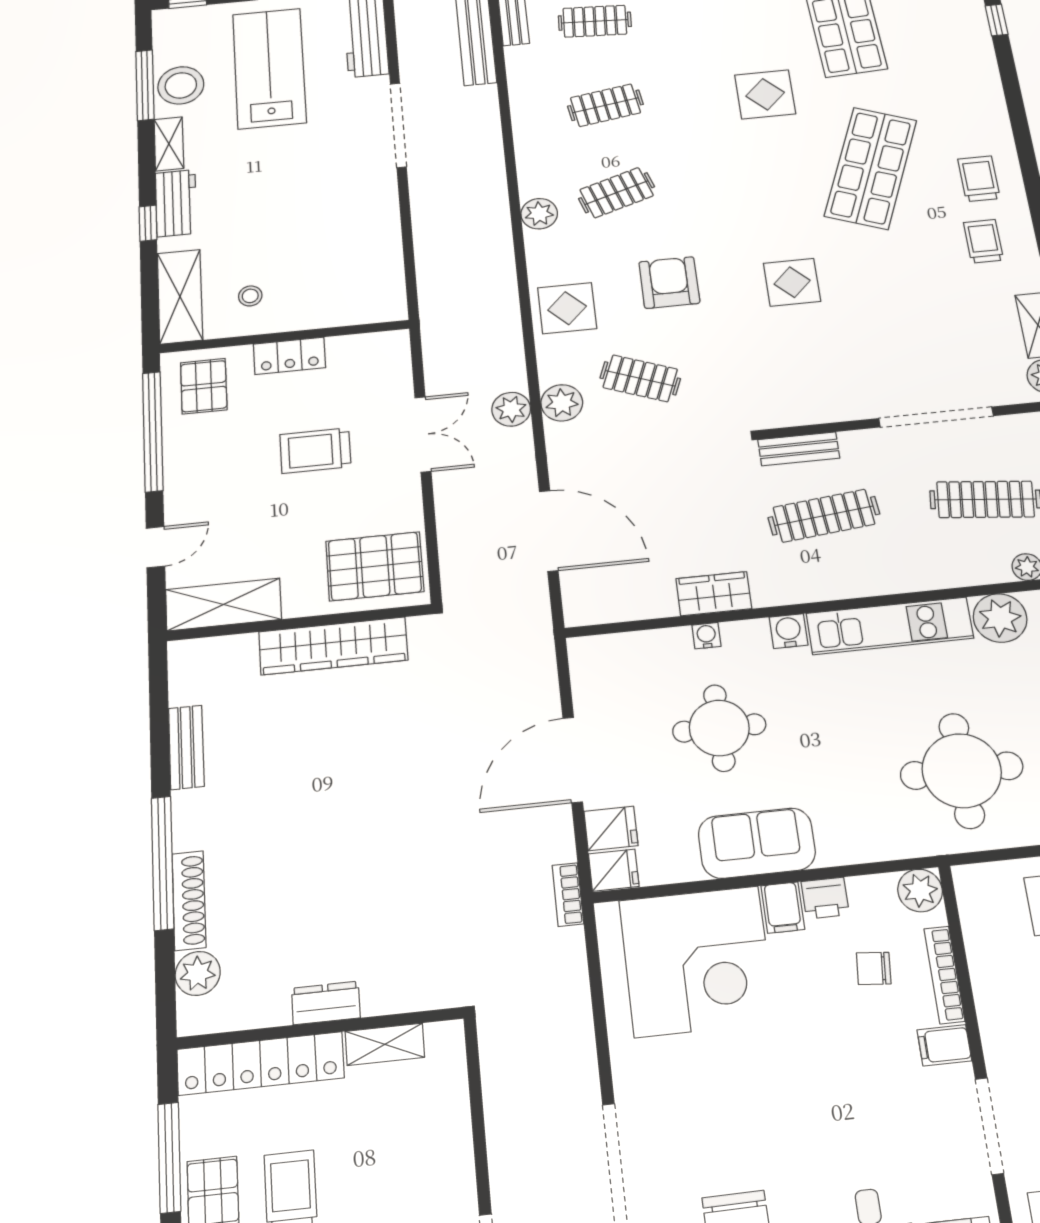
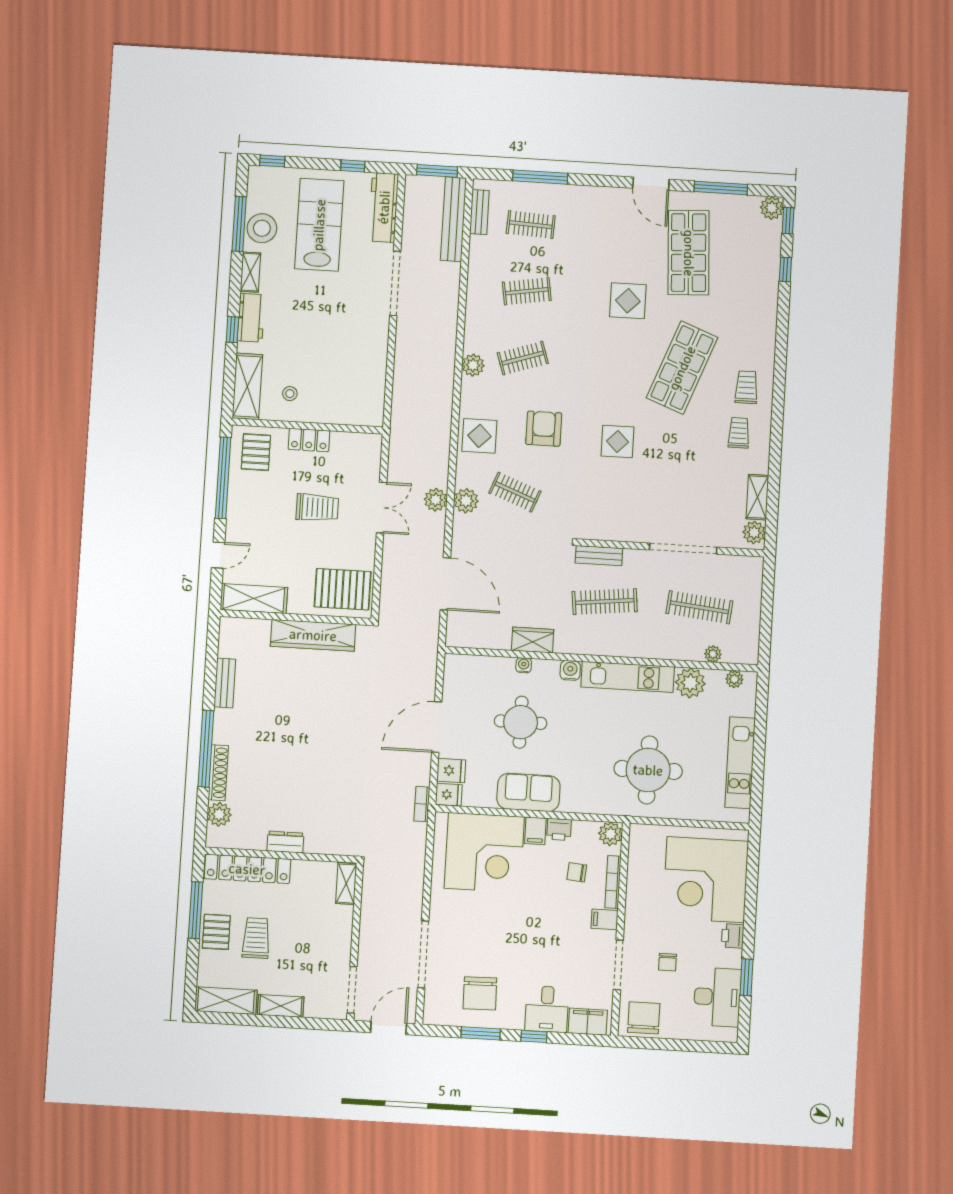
trolley: (315, 451) -> (317, 508), turned 180
shelving: (385, 1044) -> (346, 884), moved, turned 90

